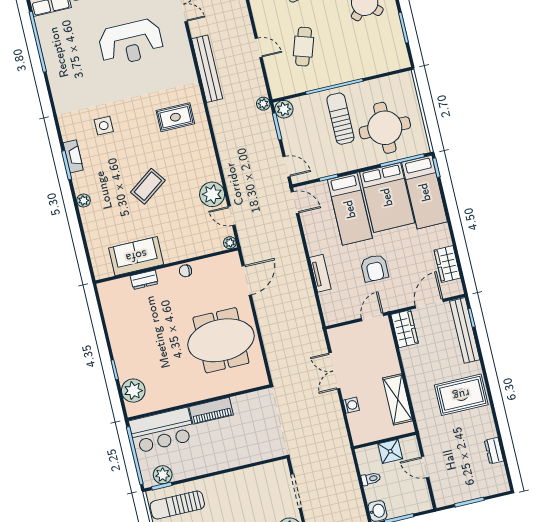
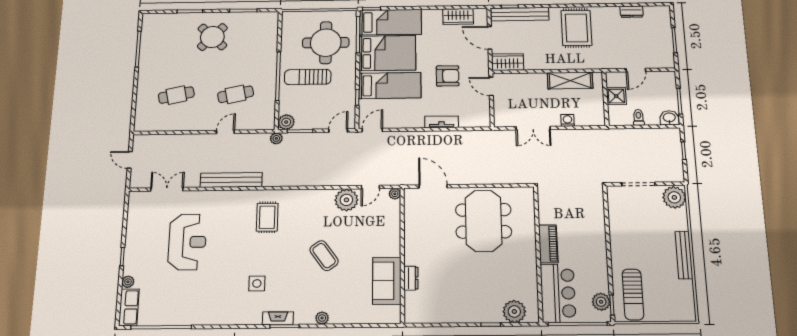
cafe table: (304, 47) -> (236, 94), turned -30
chair: (185, 271) -> (411, 239), removed

